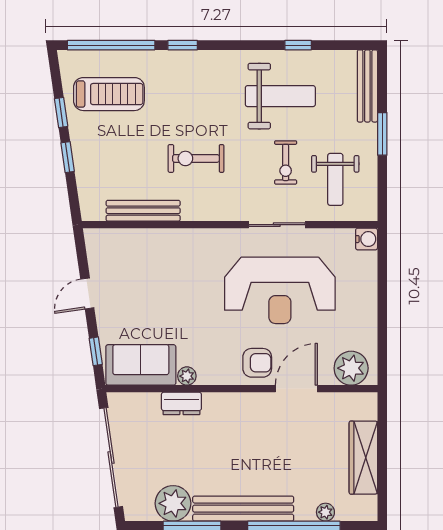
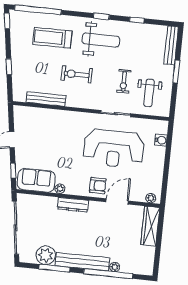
window: (183, 45) -> (101, 16), moved
treadmill: (109, 94) -> (52, 38), moved, turned 180
weight bench: (280, 96) -> (101, 40), moved
window: (61, 113) -> (7, 21), moved
water cooler: (367, 239) -> (161, 140), moved
plant: (351, 368) -> (151, 198), width x0.53, depth x0.53
dresser: (181, 403) -> (73, 205), moved, width x1.44
wardrobe: (363, 458) -> (150, 226), moved
plant: (325, 512) -> (115, 267), moved

